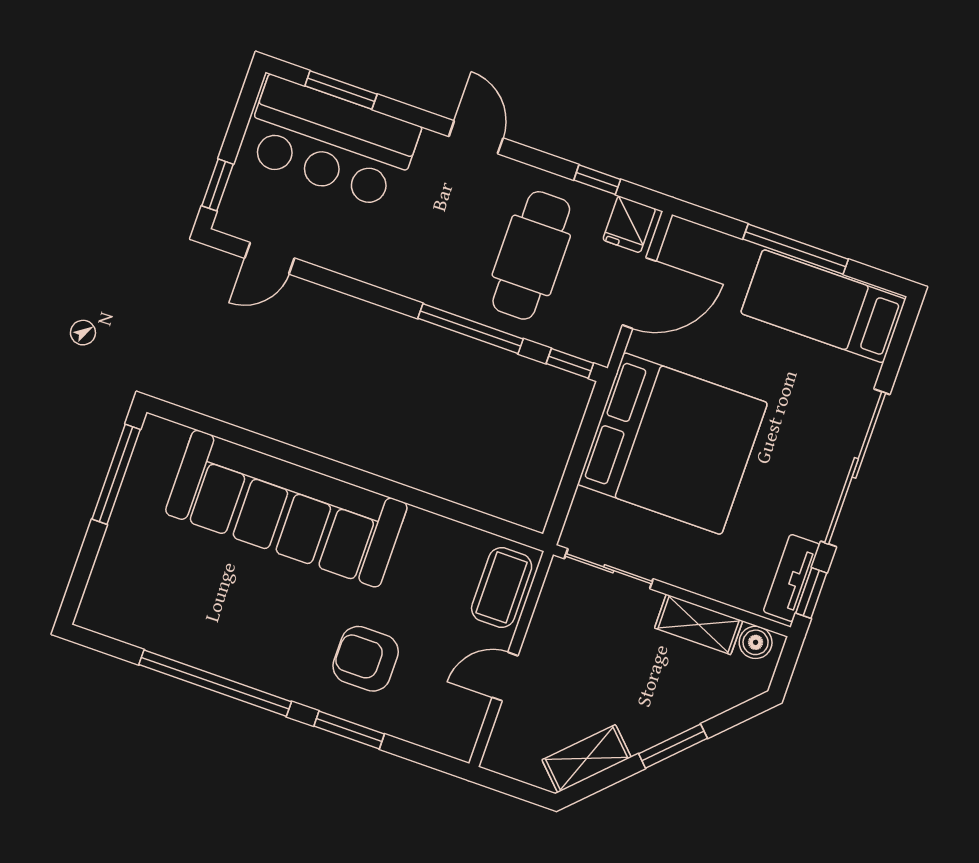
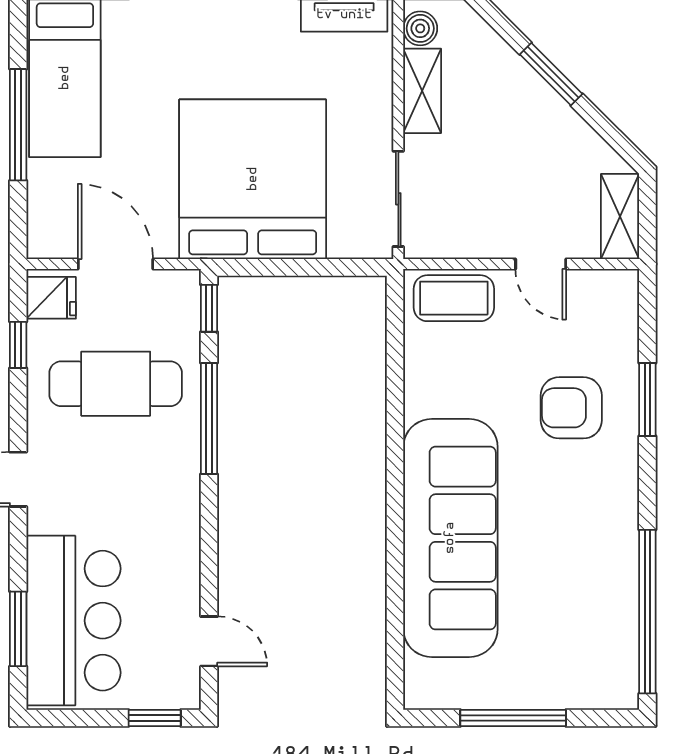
window: (116, 474) -> (513, 718), moved
armchair: (366, 659) -> (571, 408), turned 90
window: (215, 683) -> (647, 612), moved
shelving: (587, 759) -> (620, 217), moved, turned 45

